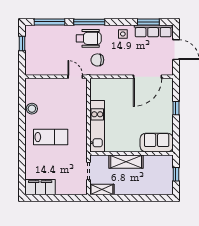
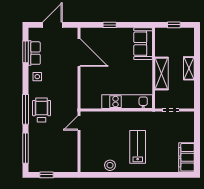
row of seats: (153, 31) -> (34, 53), width x0.68
chair: (97, 60) -> (63, 101), removed
shelving: (102, 190) -> (189, 68), moved

